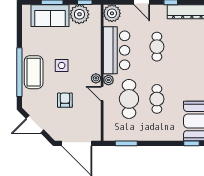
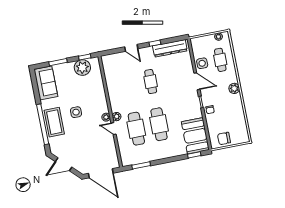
plant: (112, 13) -> (109, 62), removed
sofa: (50, 16) -> (46, 83), moved, turned -90
bar counter: (116, 50) -> (118, 91), removed
cafe table: (157, 99) -> (159, 124), width x1.37, depth x1.35
armchair: (65, 100) -> (84, 140), removed

